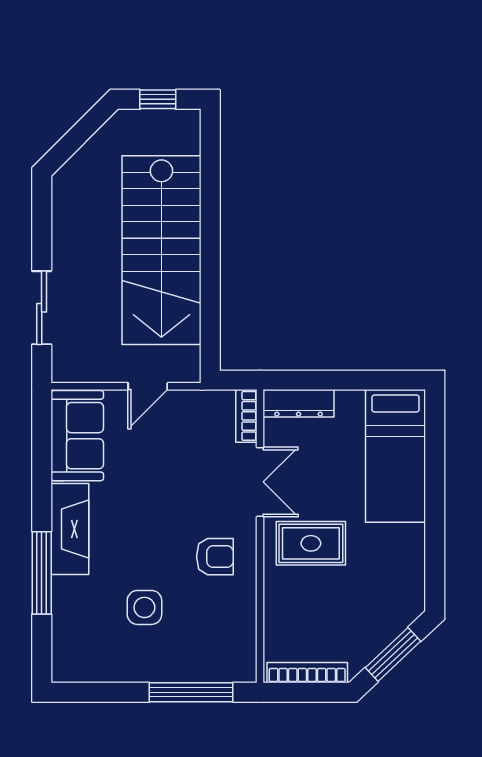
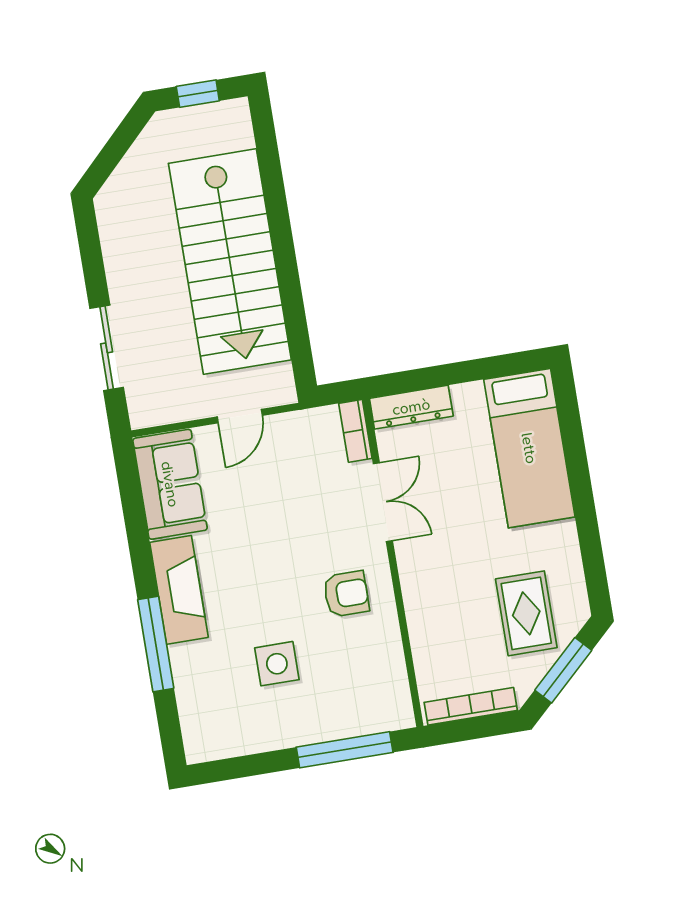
rug: (311, 543) -> (526, 613), moved, turned 90

